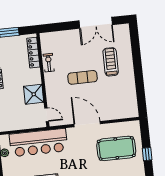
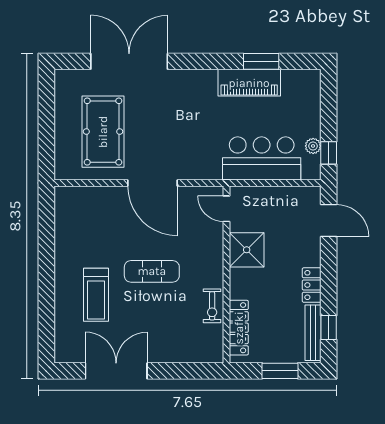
bar counter: (38, 142) -> (262, 158), width x0.73
pool table: (116, 148) -> (103, 132), turned 90
window: (147, 154) -> (46, 115), removed

